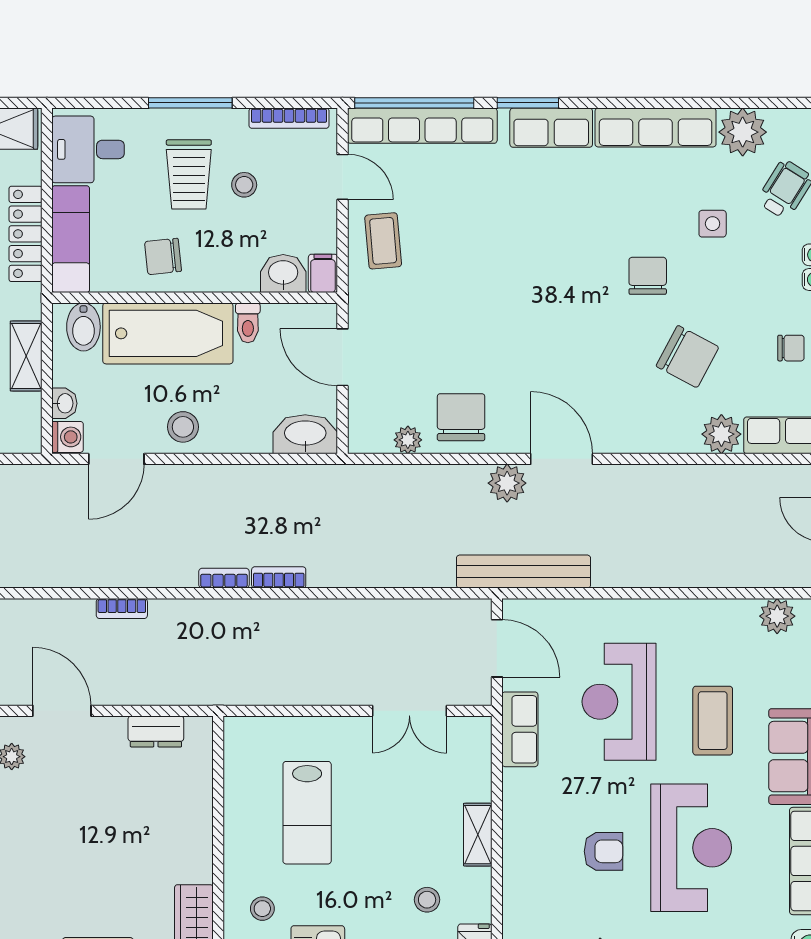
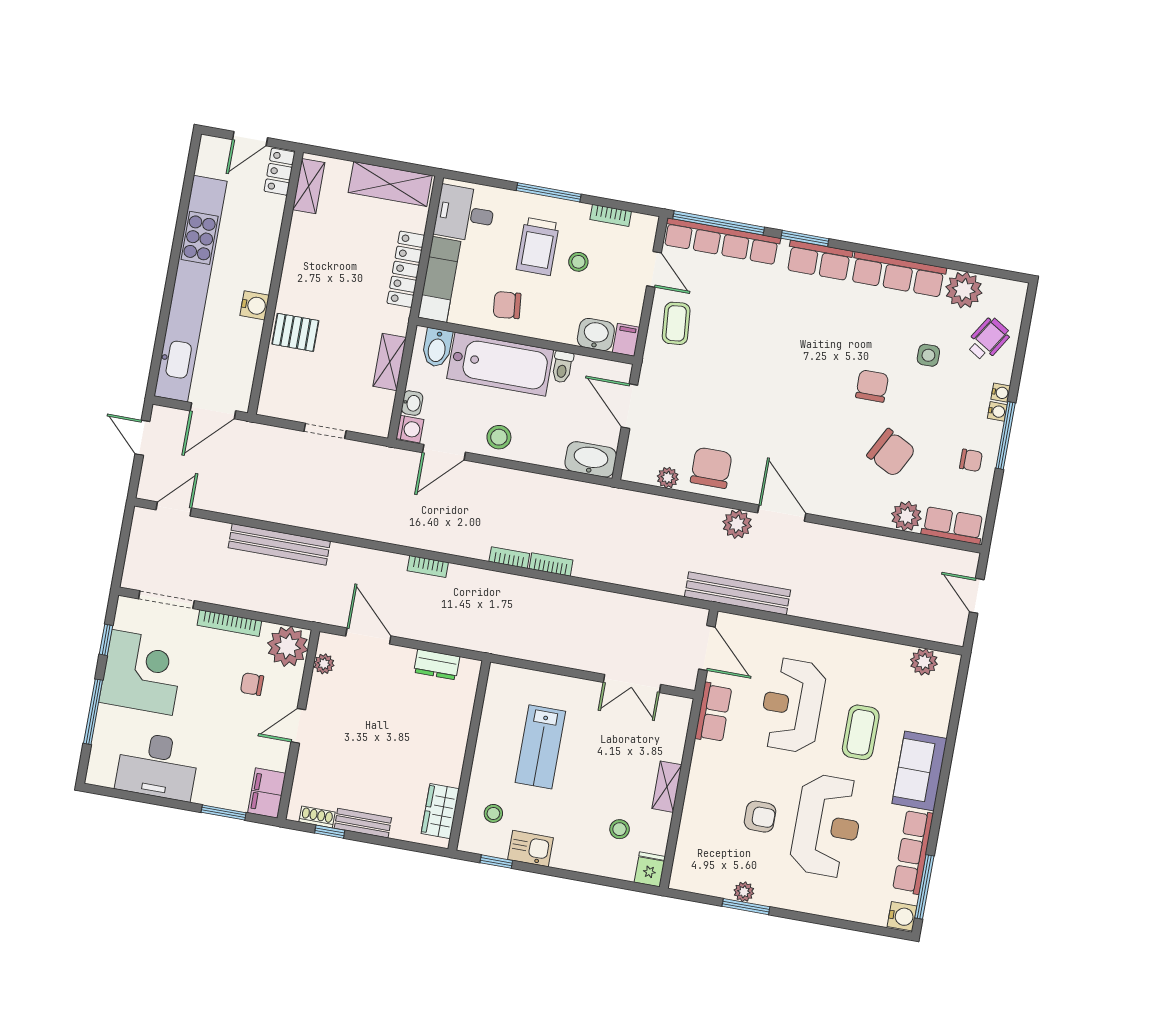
bookcase: (289, 118) -> (611, 215), width x0.64

